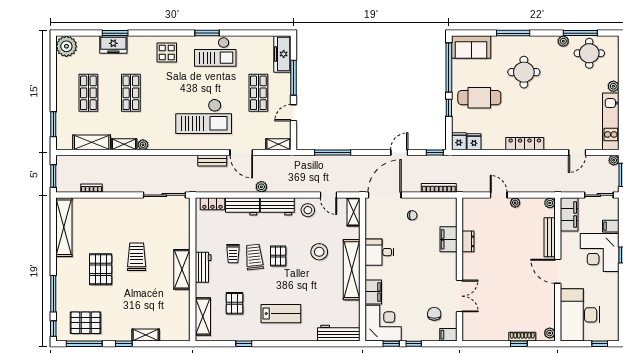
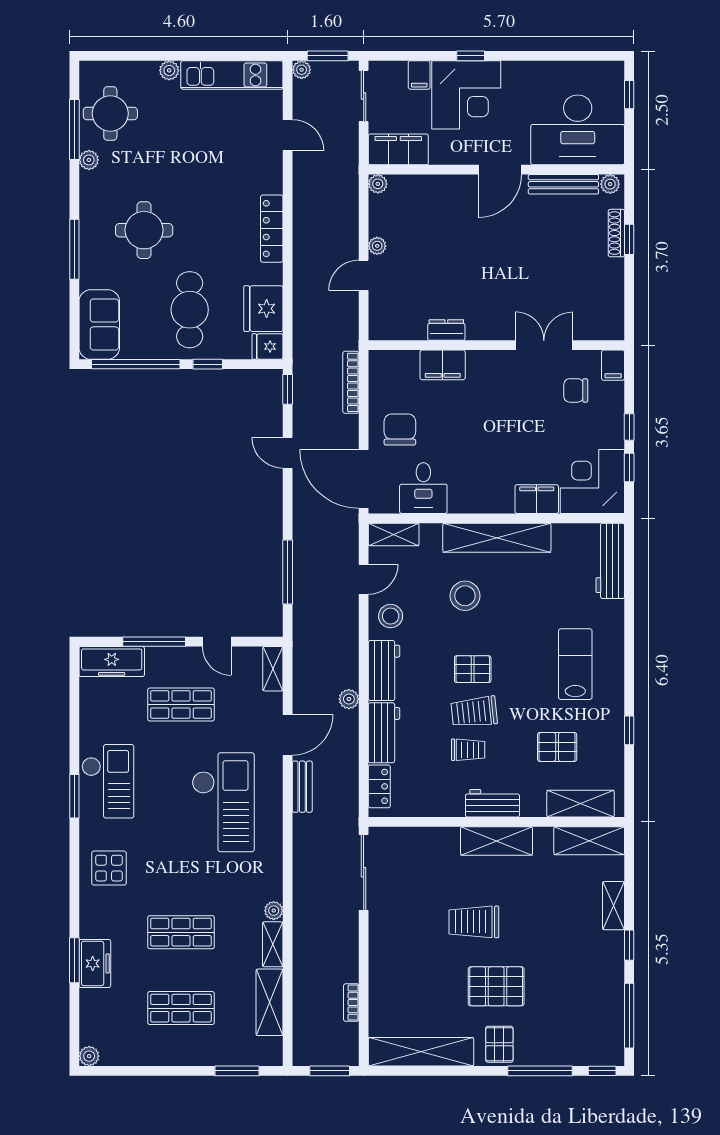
plant: (66, 46) -> (89, 1056), width x0.53, depth x0.53
fridge: (474, 142) -> (263, 309), width x1.88, depth x1.34
chair: (412, 215) -> (400, 430), width x1.87, depth x1.87
bench: (550, 237) -> (563, 184), moved
desk: (379, 252) -> (423, 488), moved
shelving: (182, 321) -> (589, 841), added
pallet: (86, 323) -> (499, 1044), moved, width x0.67, depth x0.71

